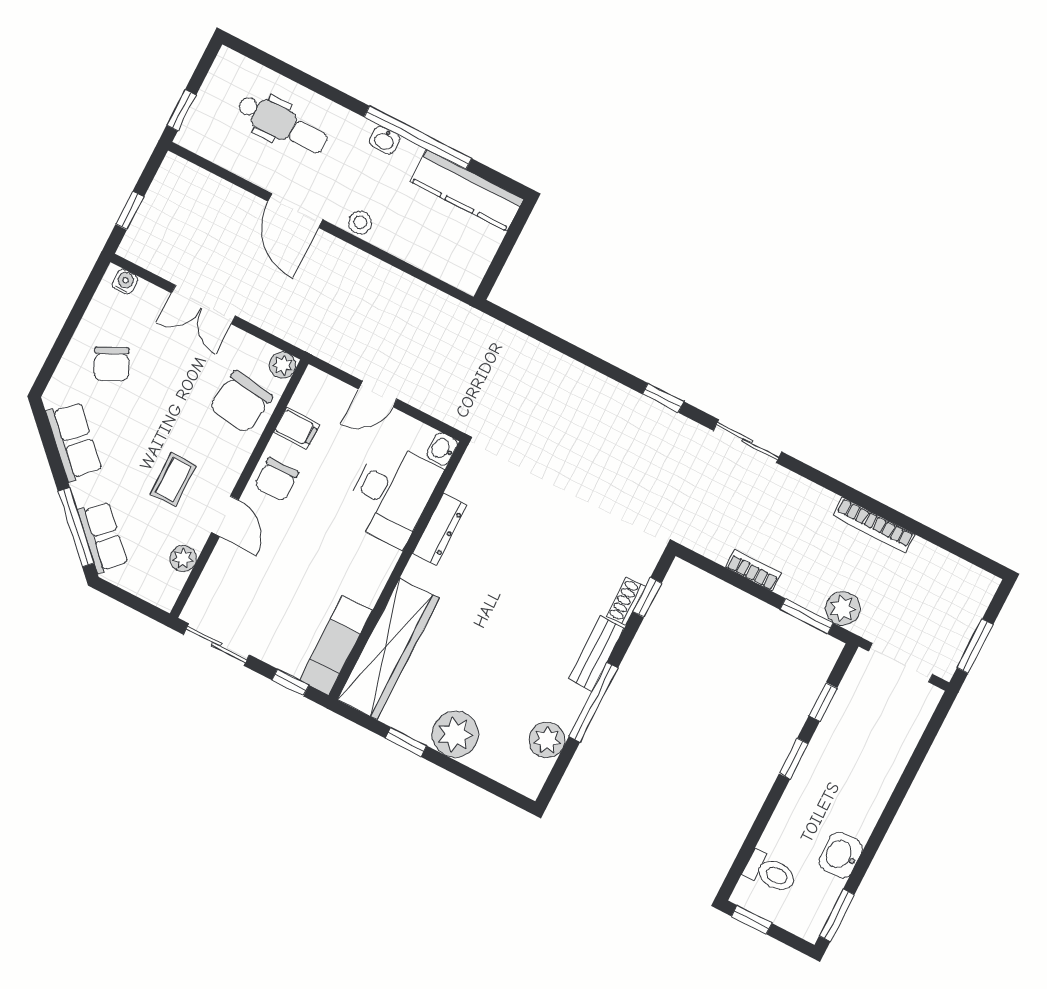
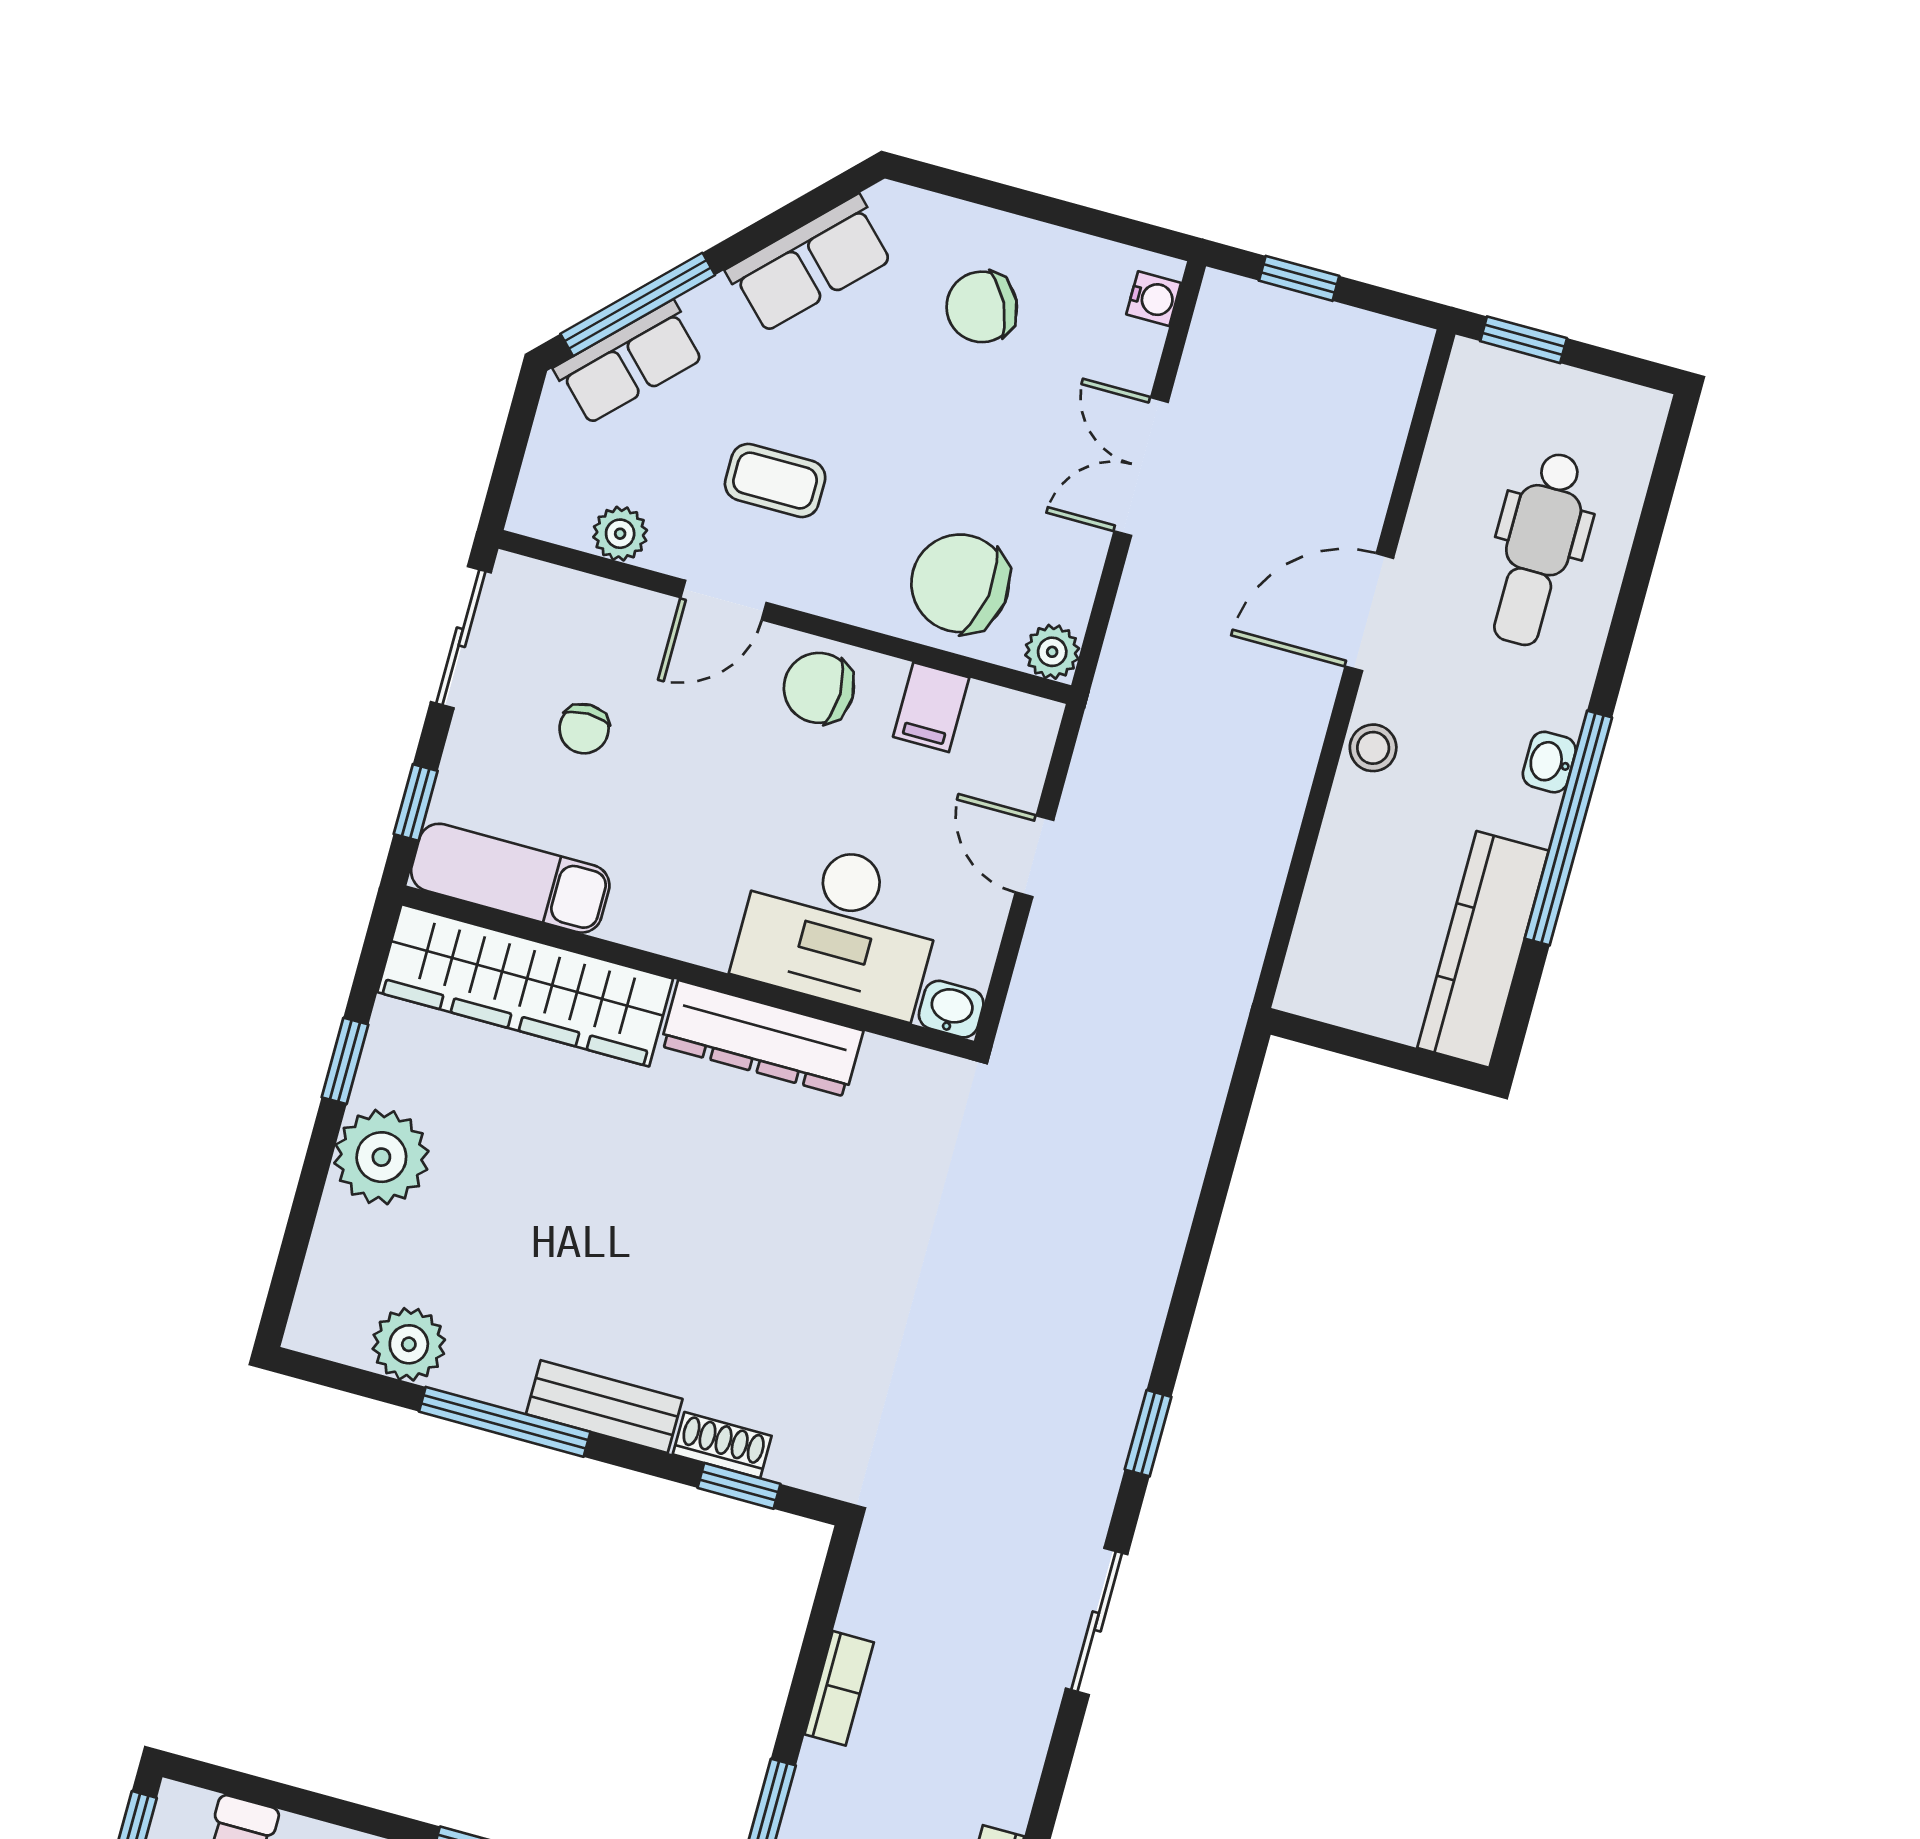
dresser: (440, 529) -> (762, 1038), width x1.37, depth x1.24
chair: (272, 595) -> (584, 729), added

